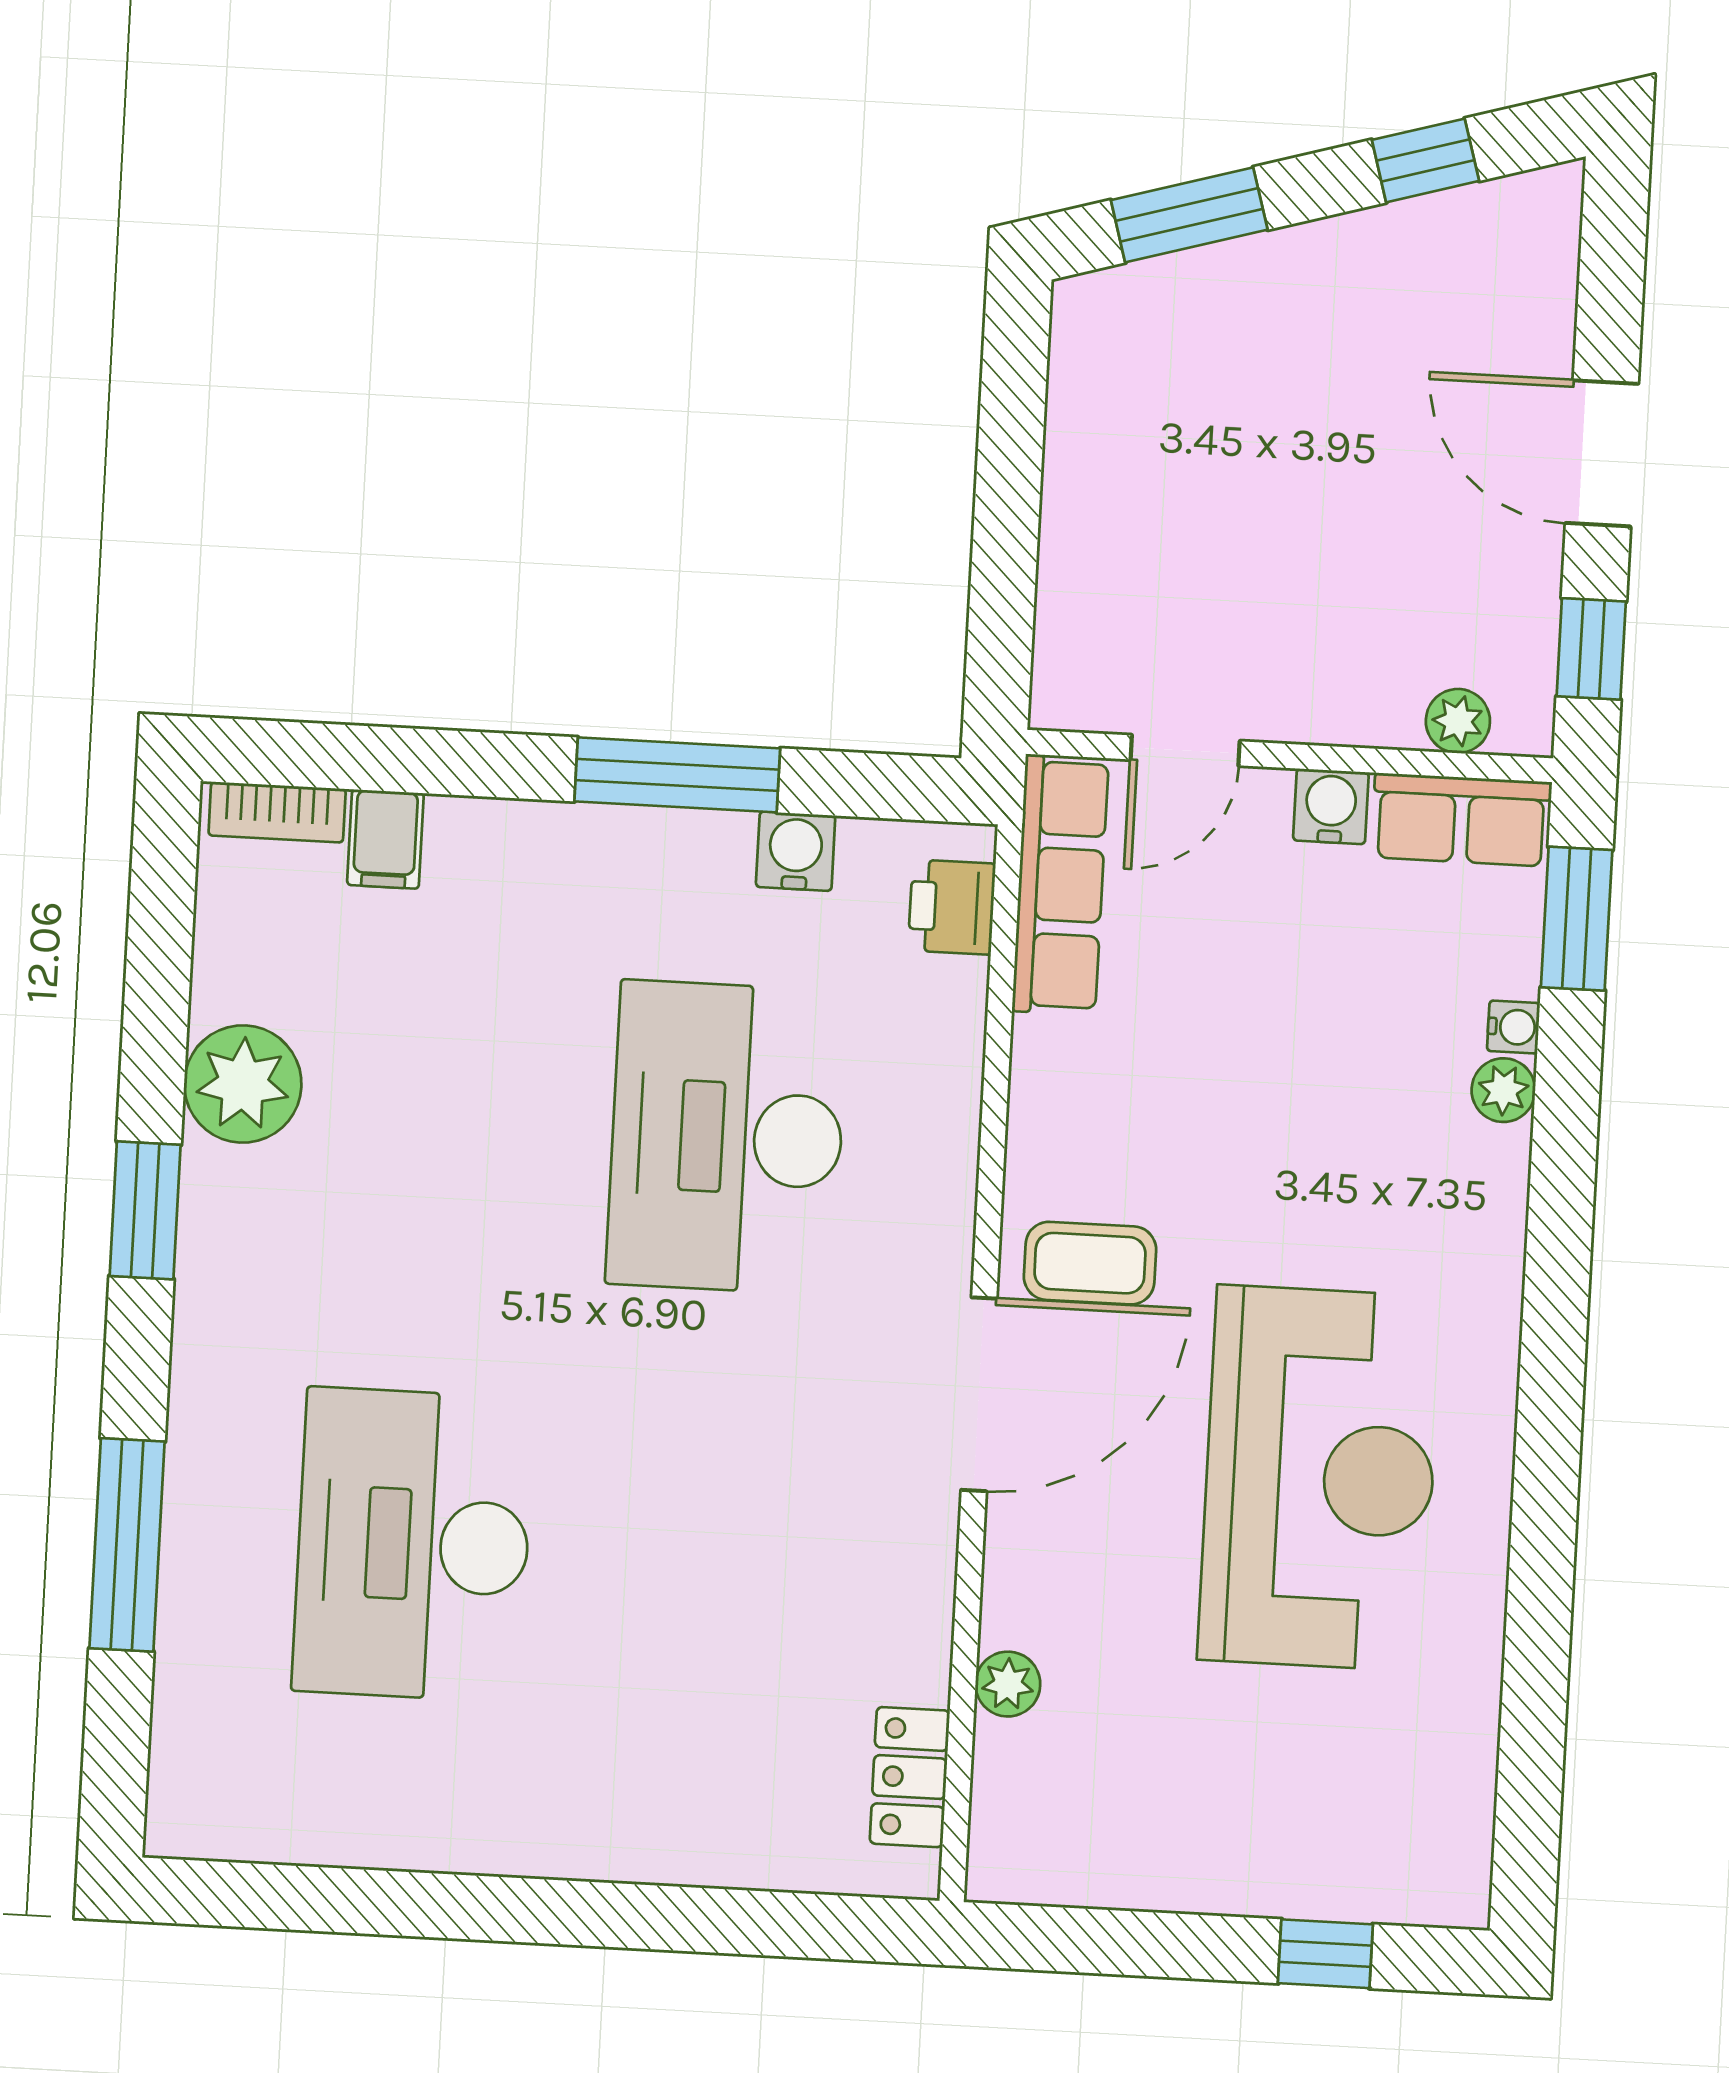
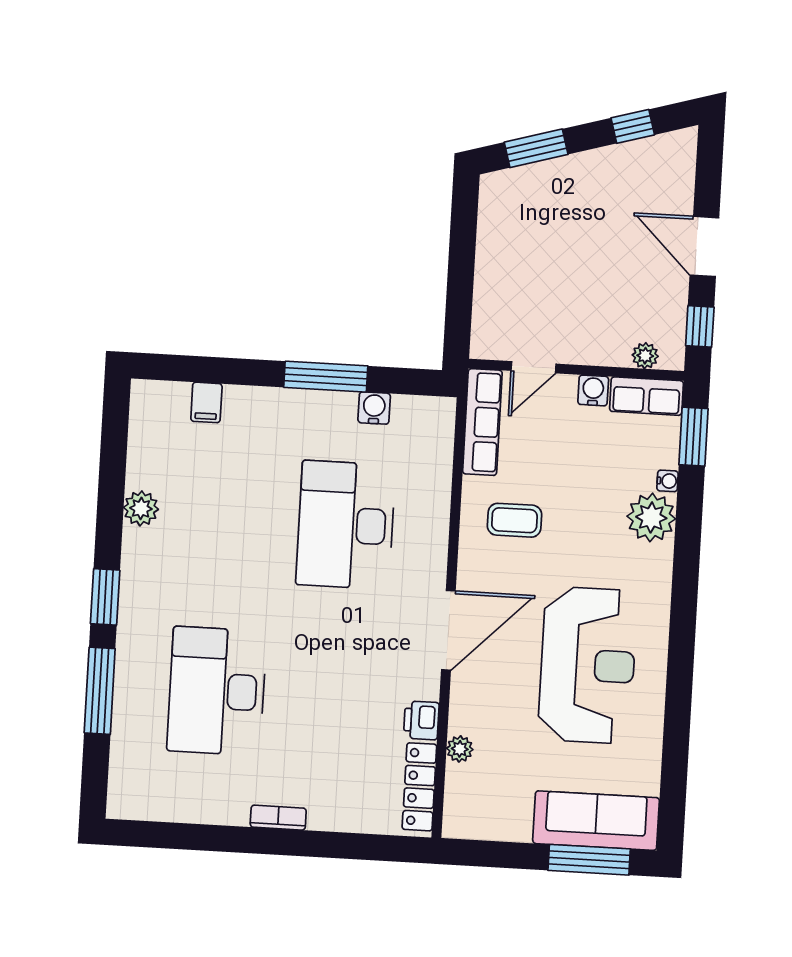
bookcase: (277, 812) -> (278, 818), moved, turned 180
printer: (952, 907) -> (421, 720), moved
plant: (243, 1084) -> (141, 508), width x0.73, depth x0.73
plant: (1503, 1090) -> (651, 517), width x1.87, depth x1.87
window: (145, 1210) -> (105, 597), moved
coffee table: (1090, 1263) -> (514, 520), moved
locker: (910, 1777) -> (419, 787), width x1.53
sofa: (1342, 1858) -> (596, 821), added
window: (1325, 1954) -> (589, 860), width x2.17

